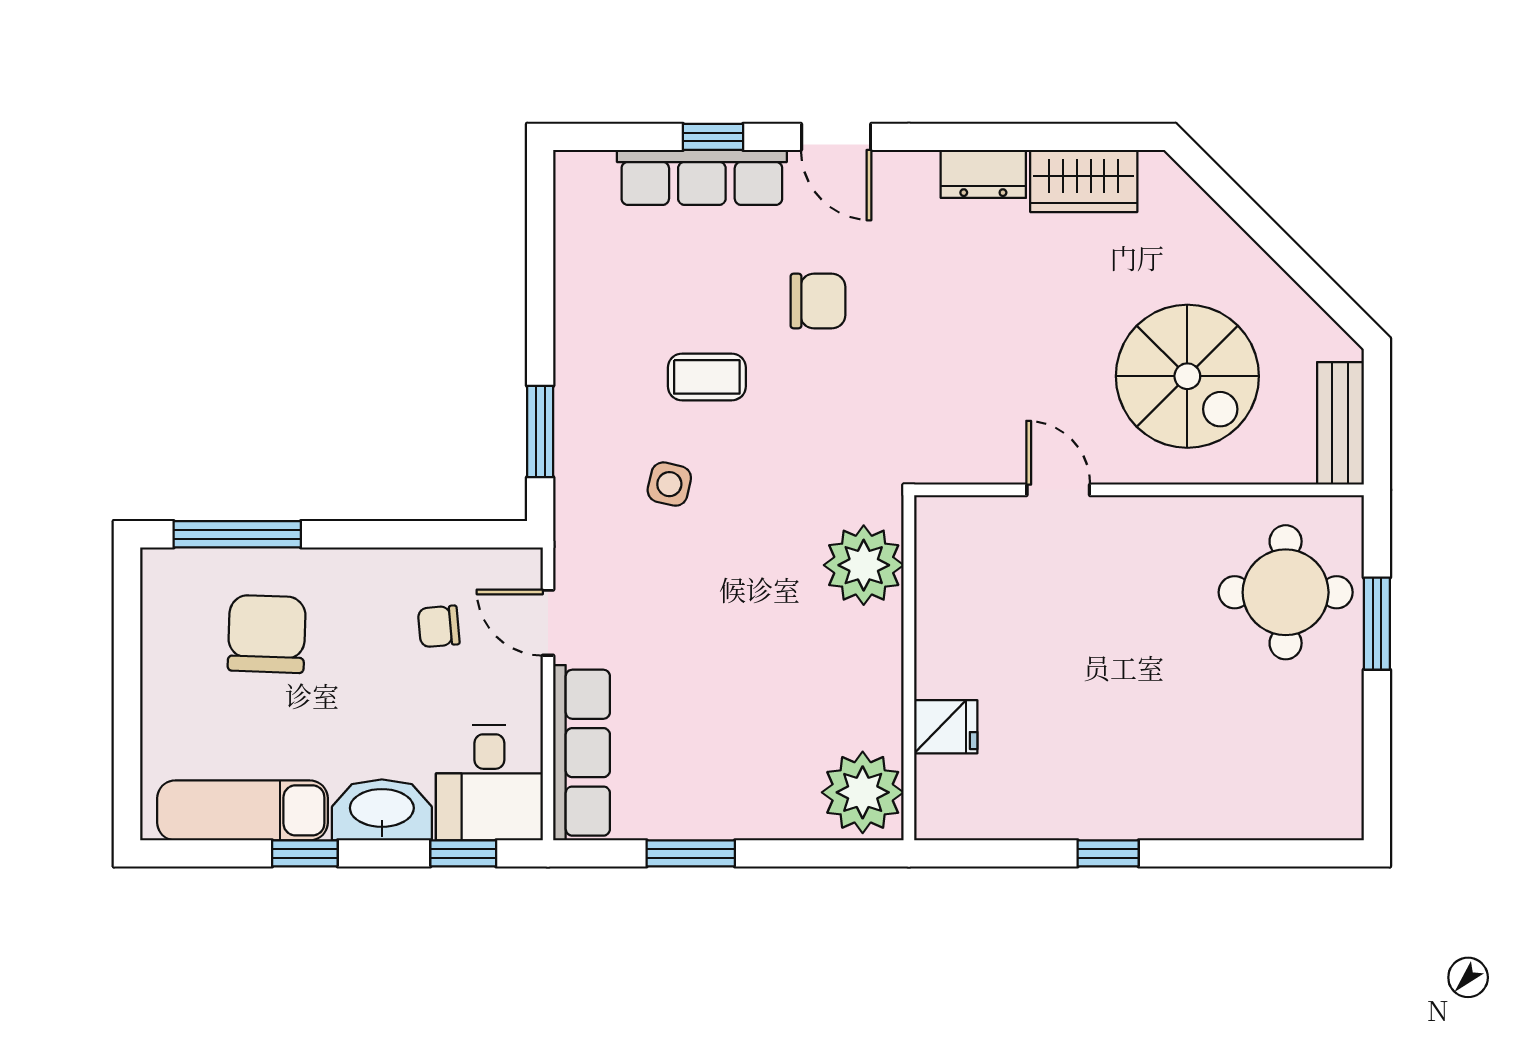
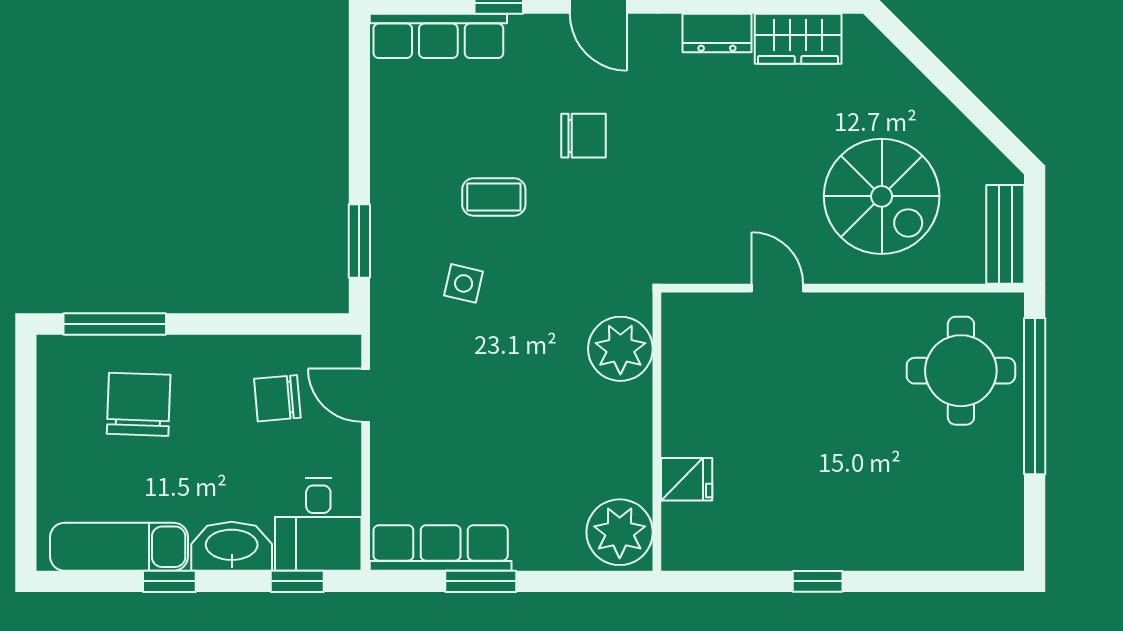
row of seats: (702, 177) -> (438, 36), moved
window: (1377, 624) -> (1035, 396), width x2.11
chair: (439, 626) -> (277, 398), width x1.37, depth x1.37
row of seats: (582, 753) -> (441, 548), moved, turned -90

